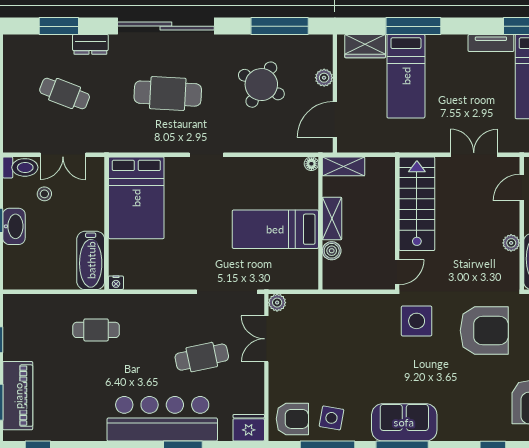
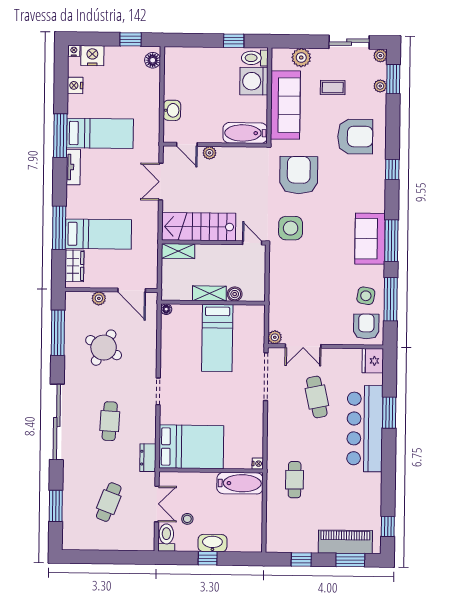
dresser: (90, 44) -> (148, 458), moved, turned 180
cafe table: (168, 94) -> (110, 421), width x0.73, depth x0.74
shelving: (344, 166) -> (178, 251), moved, turned 90
plant: (511, 243) -> (209, 153), moved

